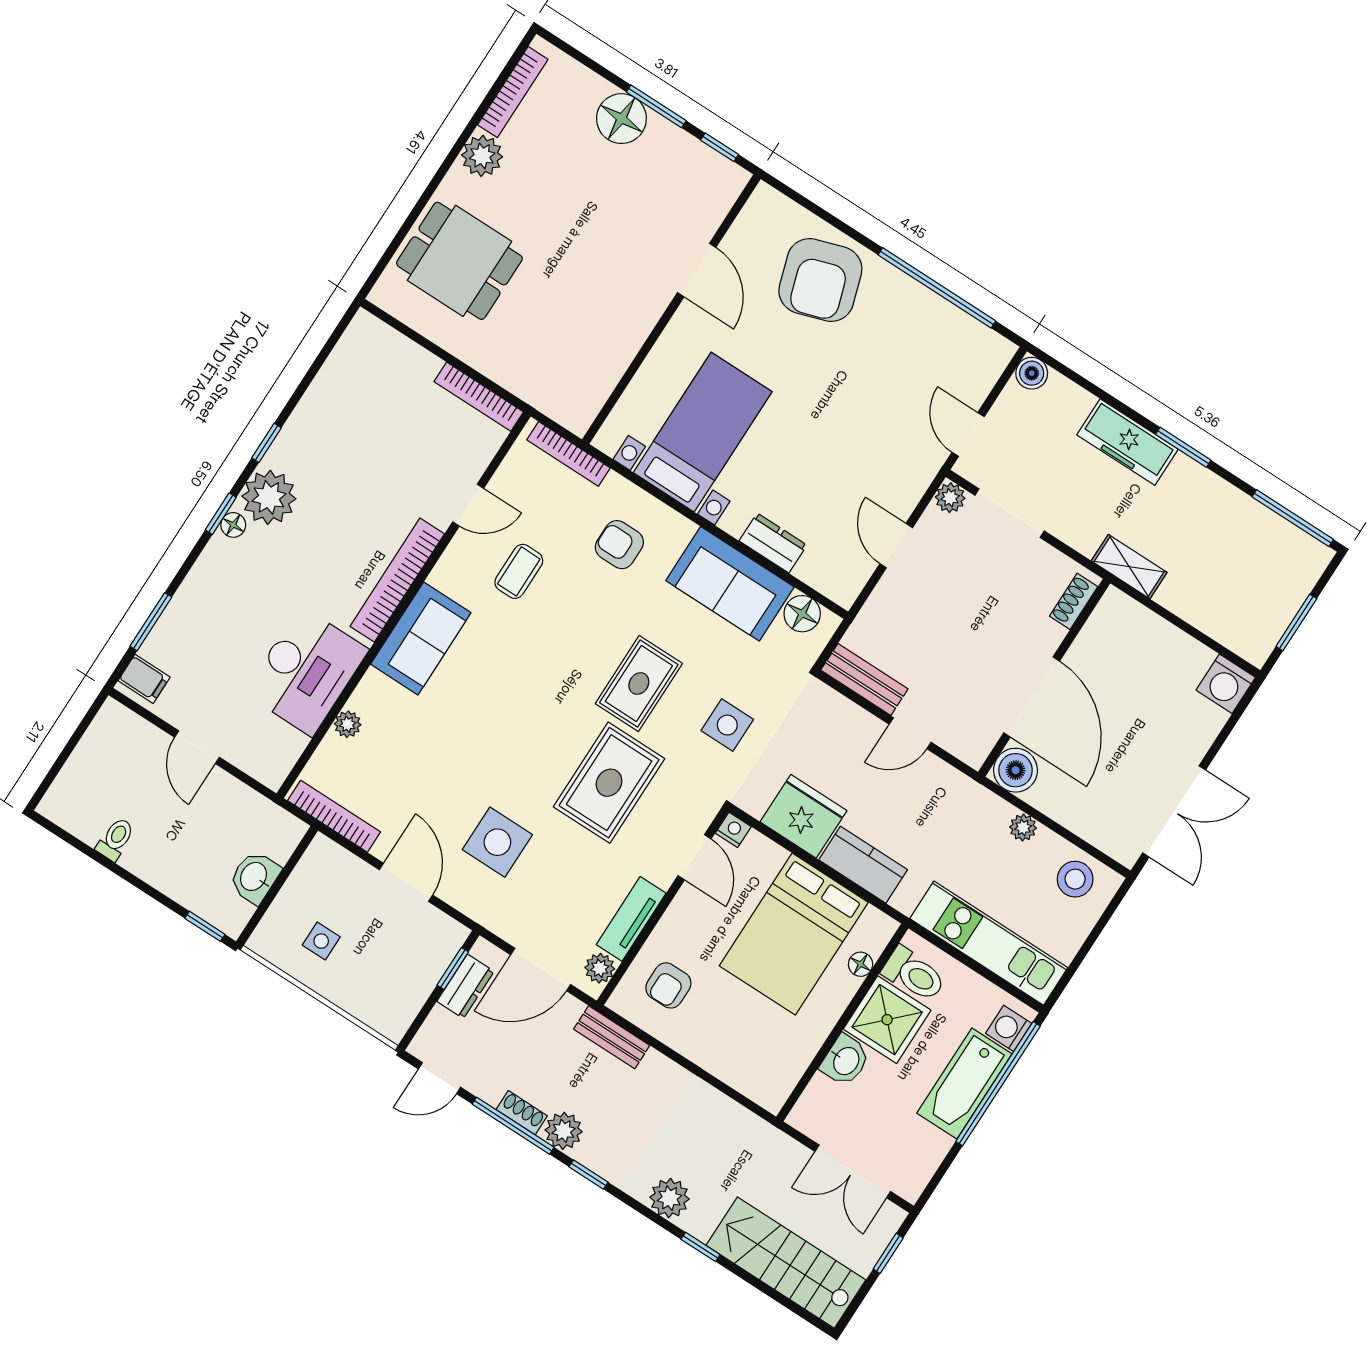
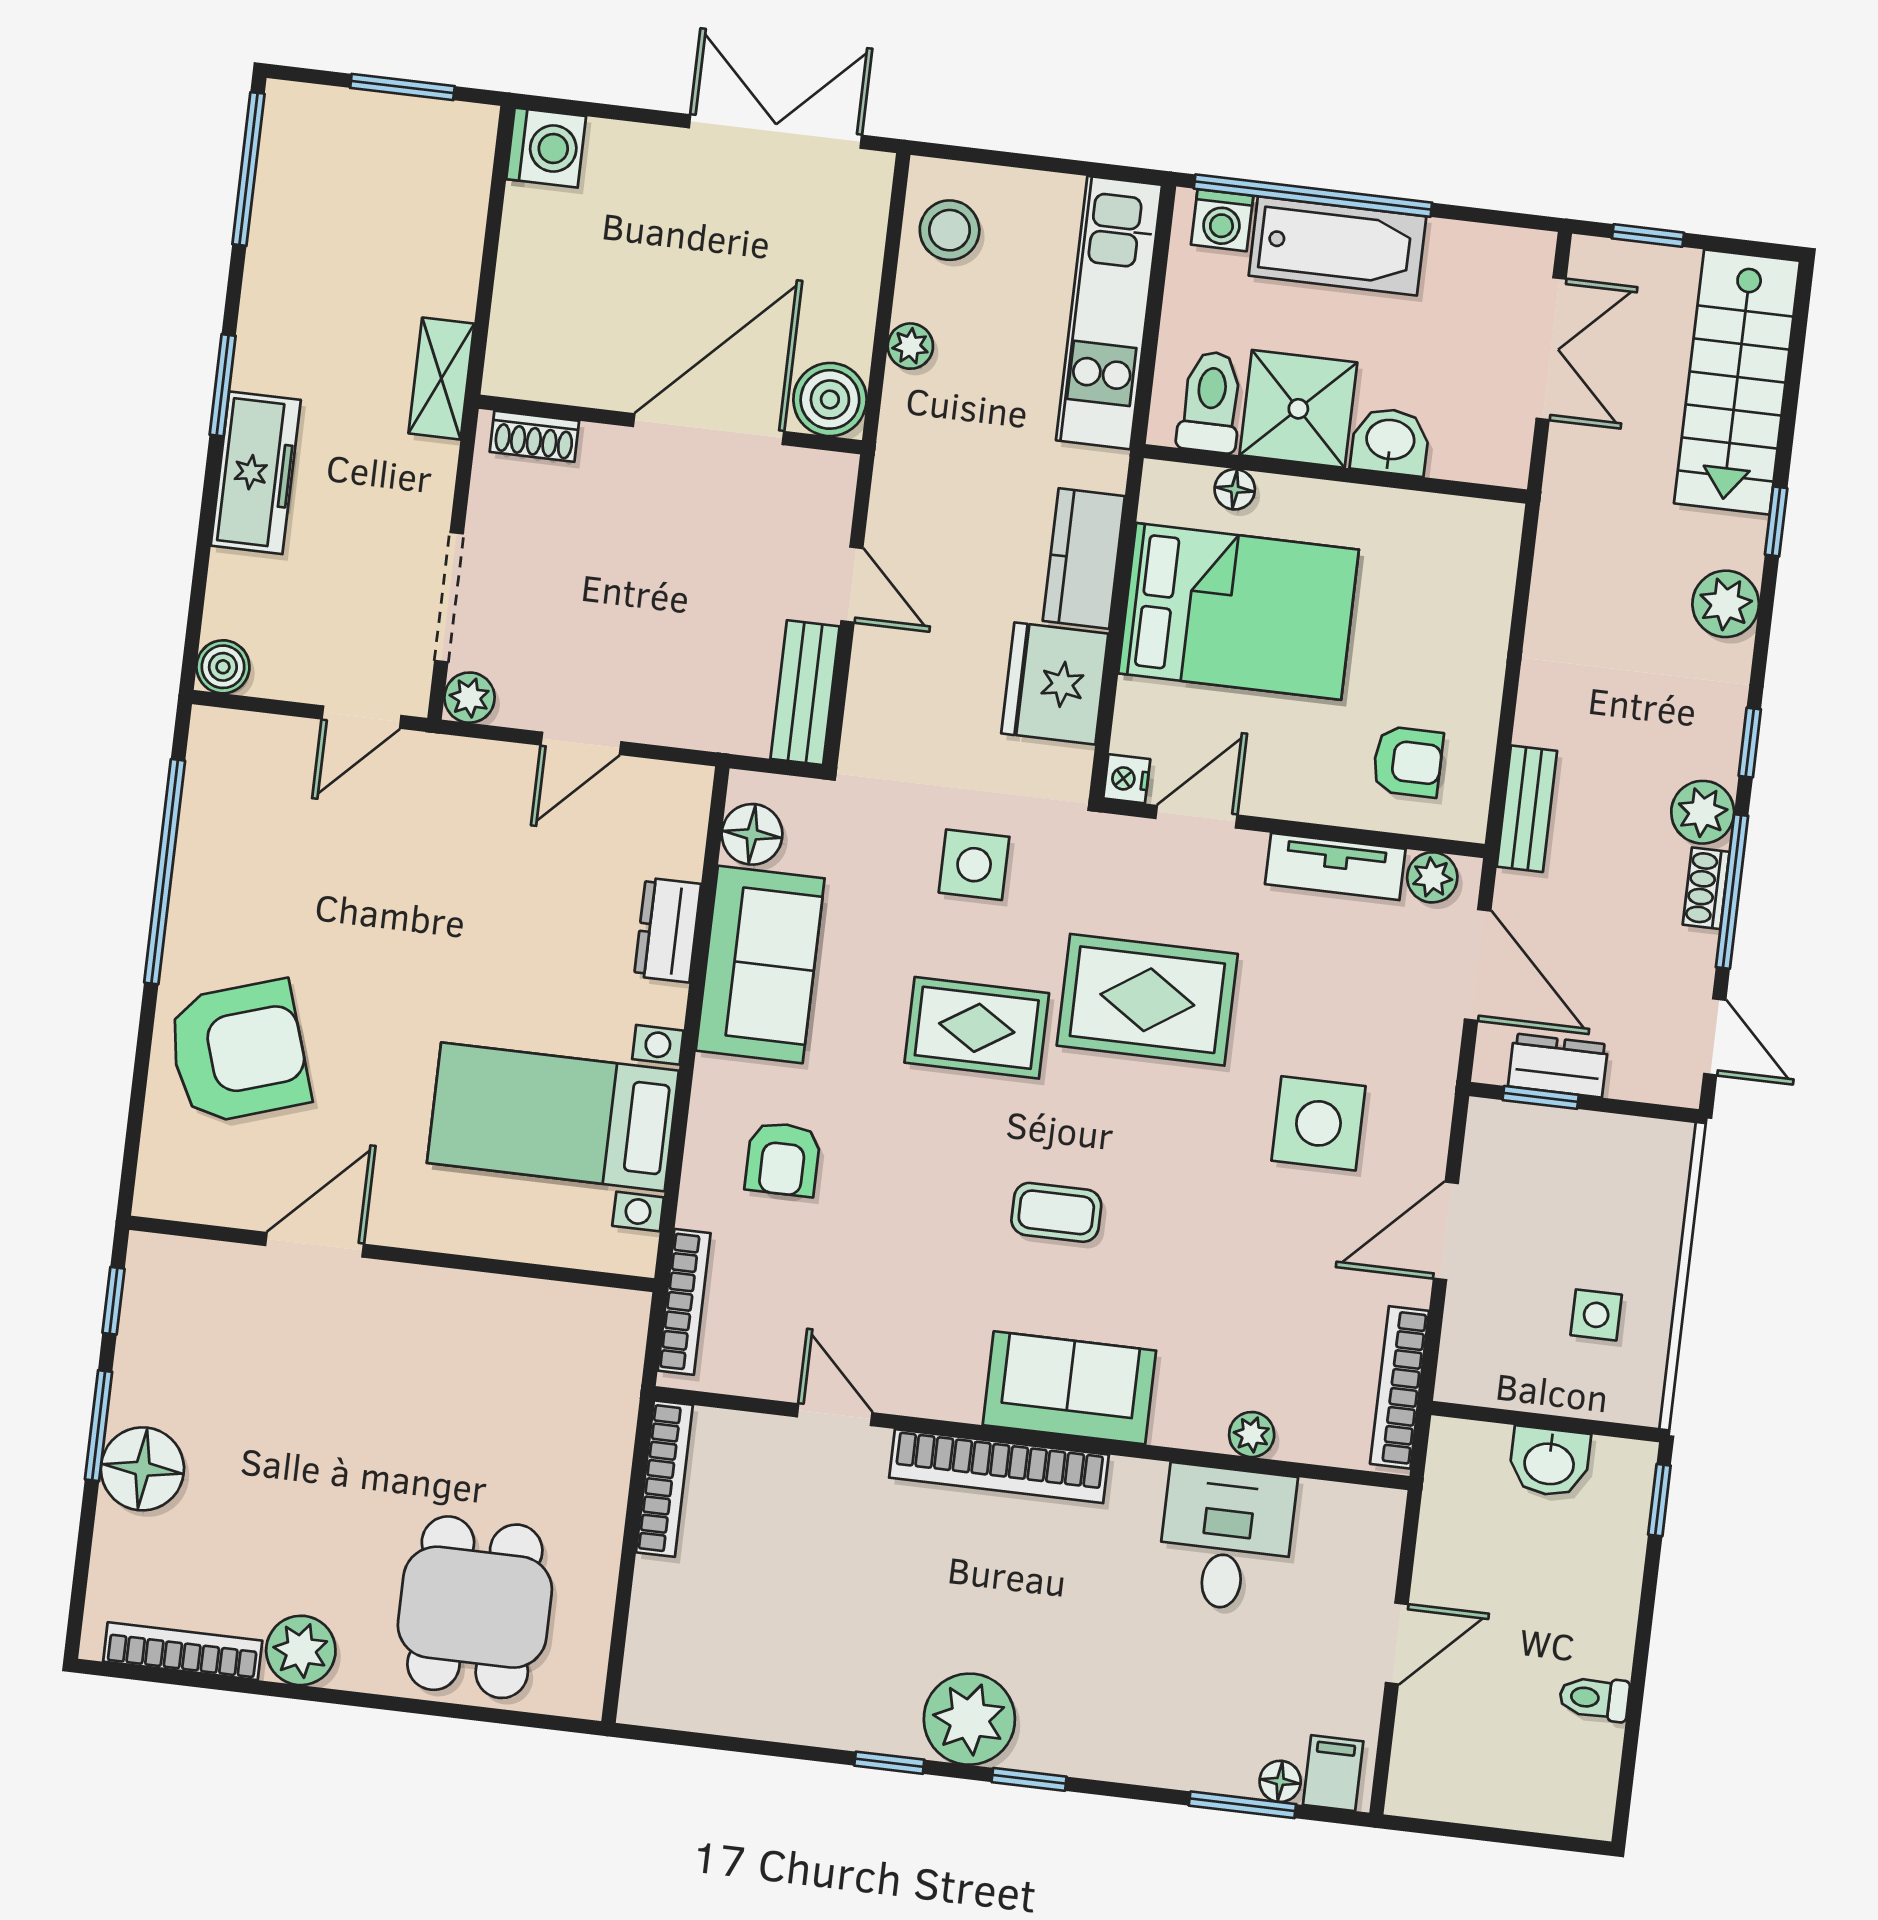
floor lamp: (233, 525) -> (1280, 1781), moved
coffee table: (519, 571) -> (1056, 1212), moved
desk: (306, 671) -> (1226, 1538), width x0.73

